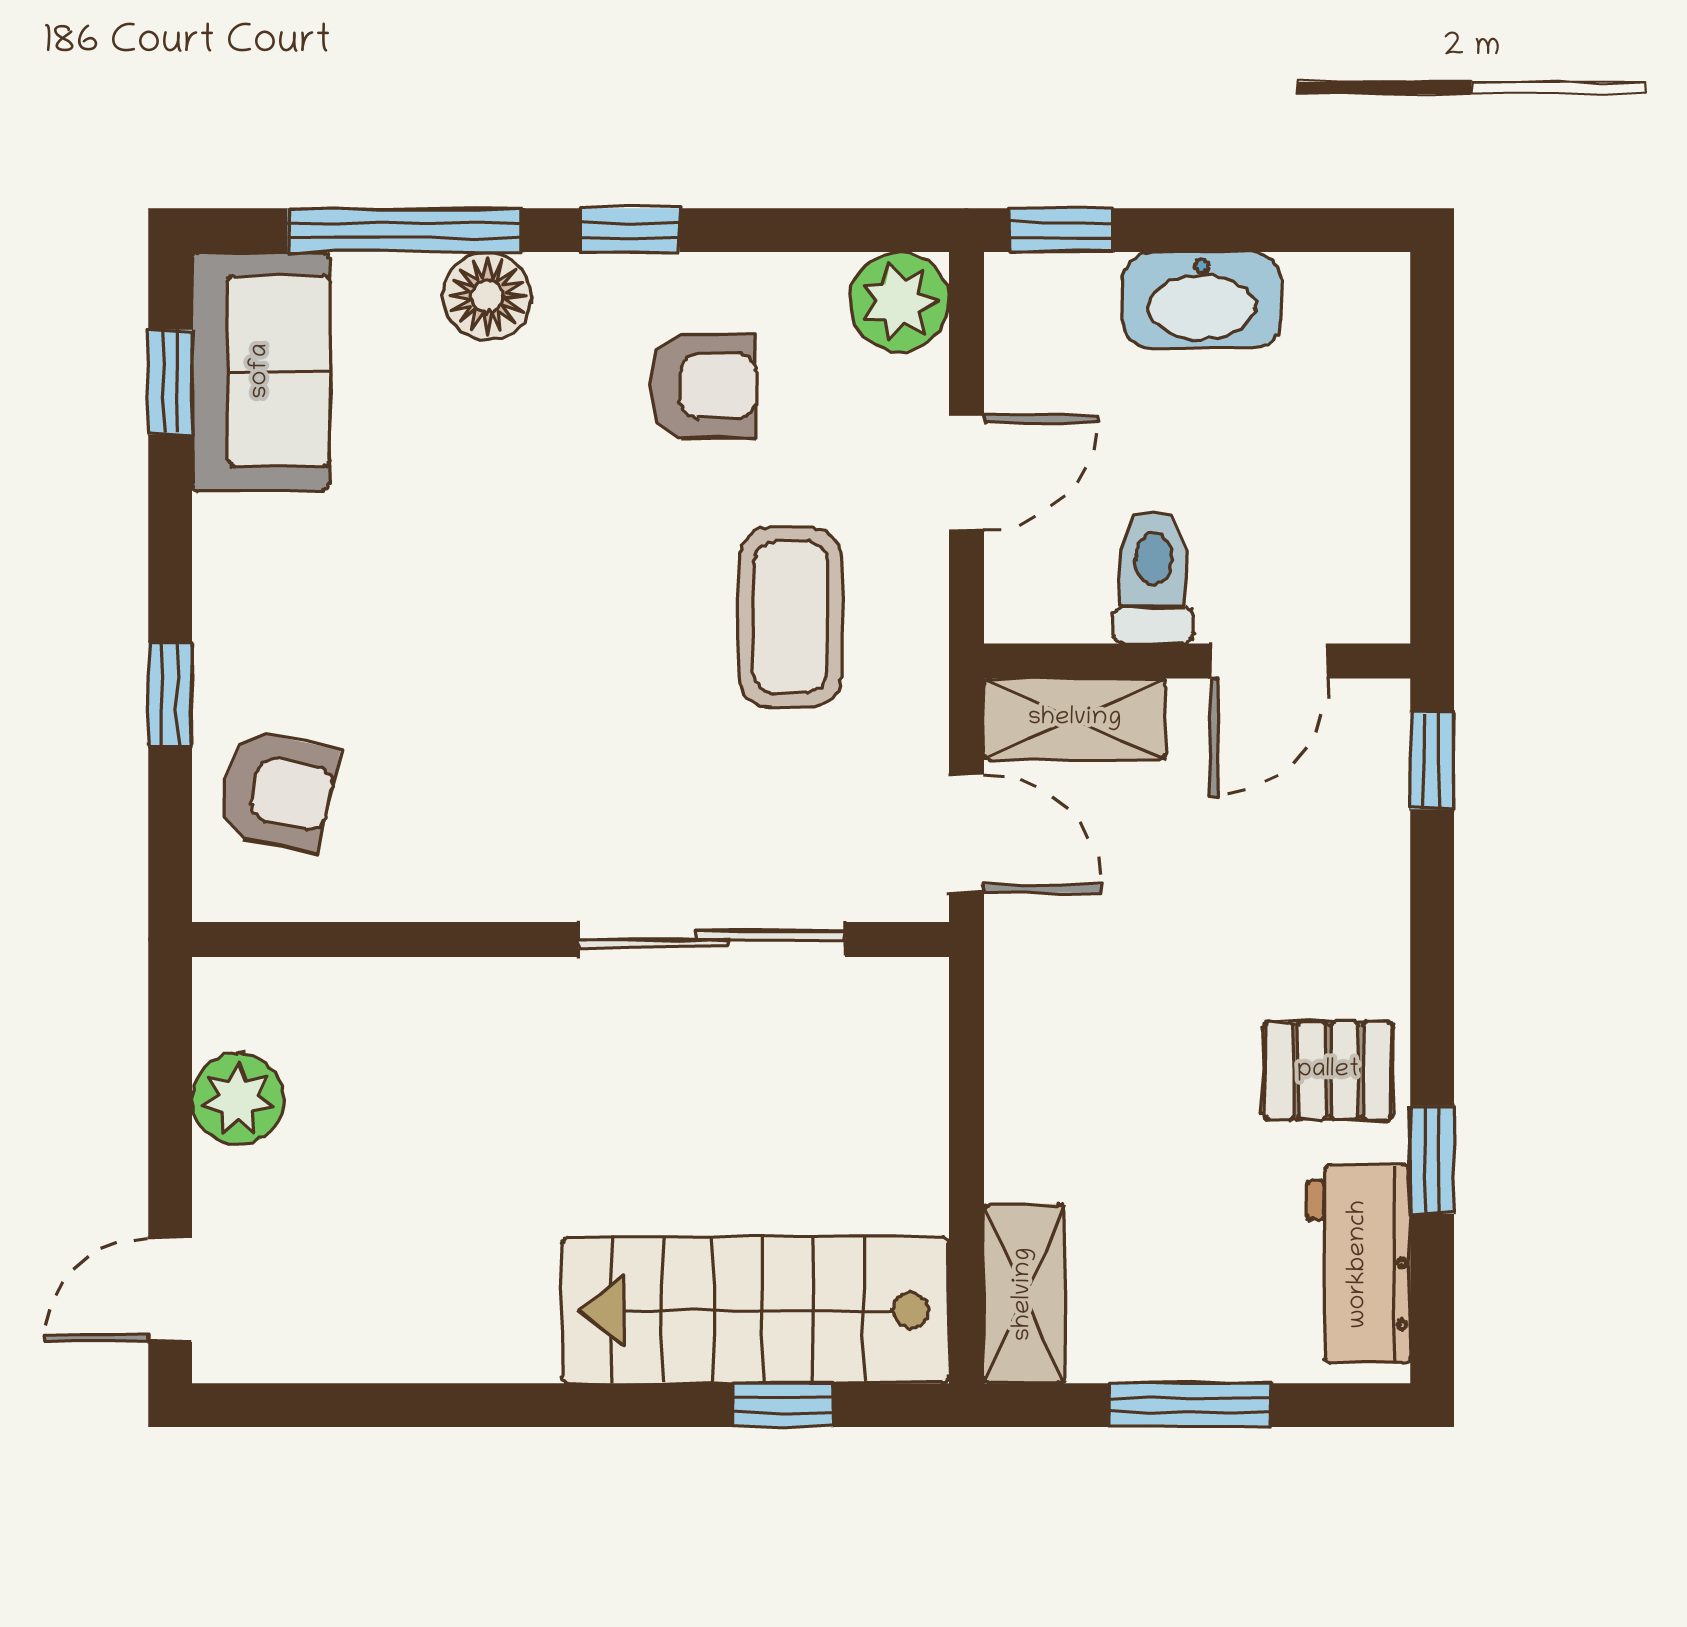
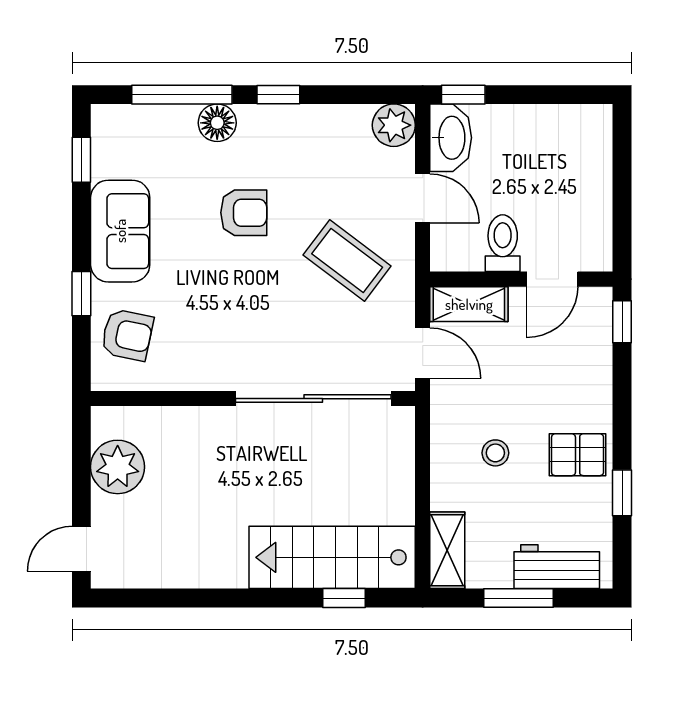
washbasin: (1202, 300) -> (451, 138), moved, turned -90
sofa: (261, 371) -> (120, 231), moved
armchair: (703, 386) -> (244, 213), moved
door: (966, 473) -> (423, 198), hinge flipped
coffee table: (790, 617) -> (347, 260), turned -53
sliding door: (712, 939) -> (313, 399), width x1.36
stool: (1136, 1066) -> (495, 453), added
plant: (238, 1099) -> (118, 467), width x1.36, depth x1.36
workbench: (1359, 1264) -> (557, 567), moved, turned 90

